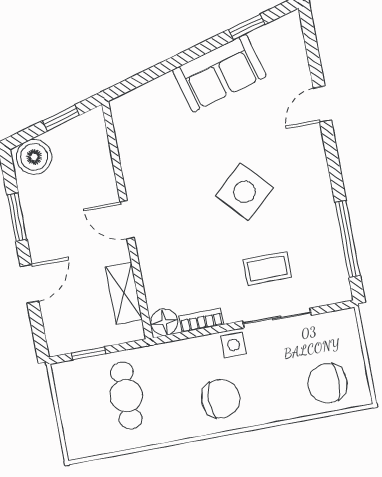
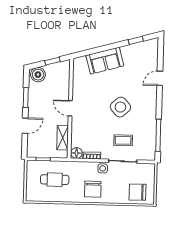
sofa: (219, 73) -> (105, 61), moved
cafe table: (126, 396) -> (55, 180), turned 90
chair: (221, 399) -> (93, 189), turned 90

